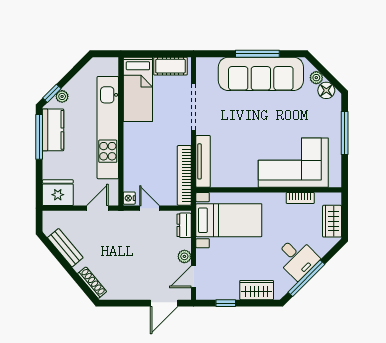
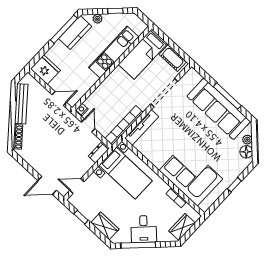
window: (52, 93) -> (115, 11), moved
kitchen unit: (108, 128) -> (114, 52), width x0.73
window: (345, 133) -> (234, 185), width x0.46
bench: (65, 248) -> (21, 104), width x1.36
plant: (184, 256) -> (82, 170), removed

